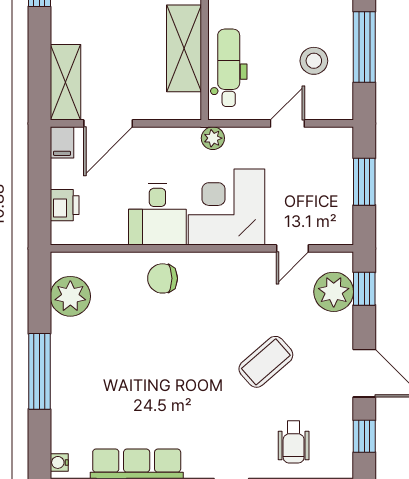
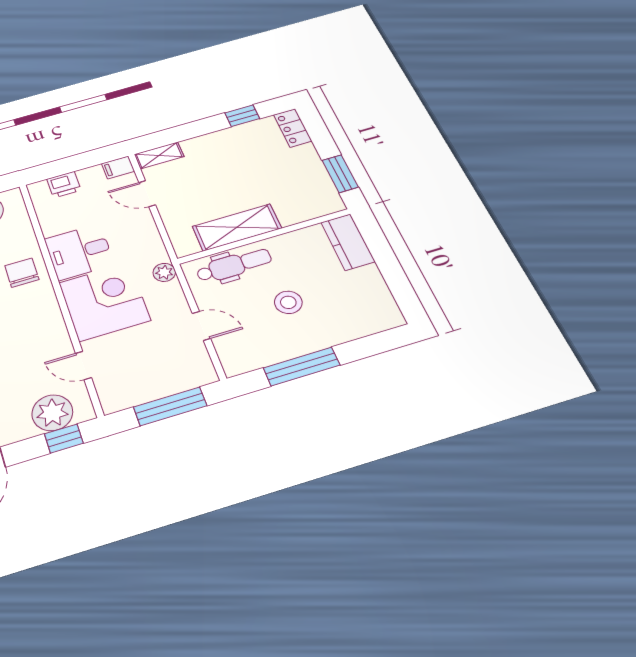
stool: (314, 61) -> (288, 302), moved
shelving: (65, 82) -> (159, 155), width x0.67, depth x0.75
door: (108, 123) -> (147, 194), width x0.73
window: (364, 182) -> (170, 406), width x1.44

